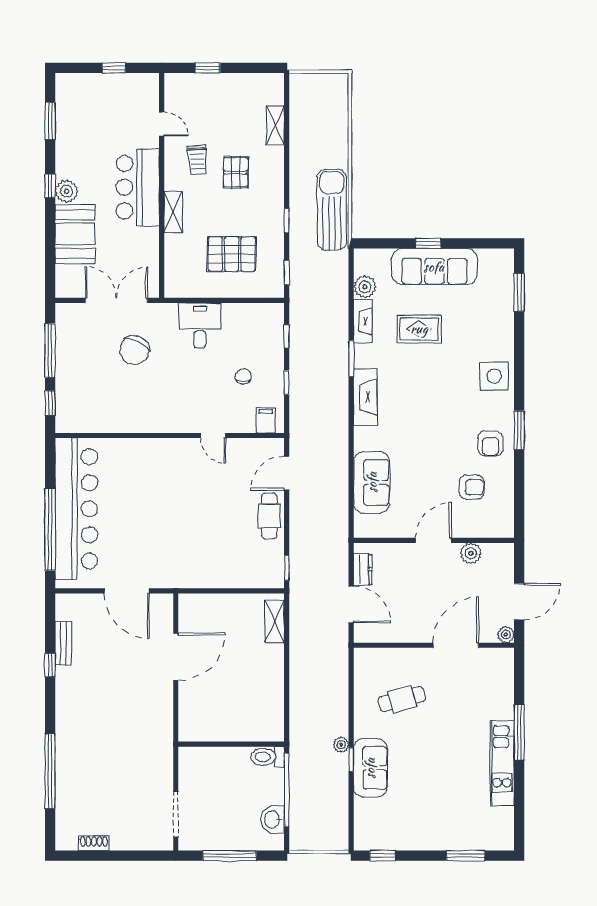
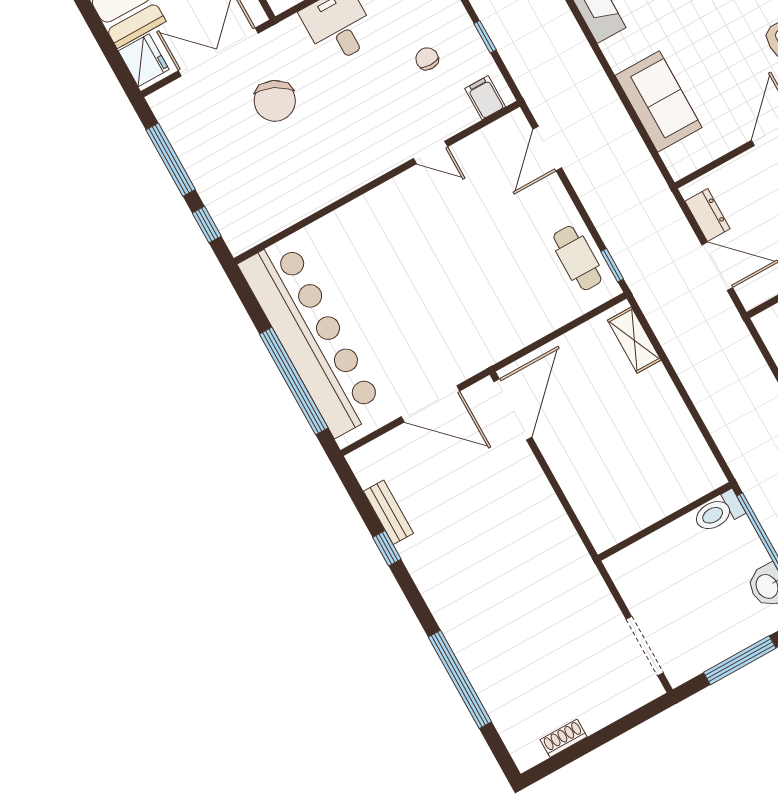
fridge: (68, 280) -> (144, 60), added
cafe table: (269, 516) -> (577, 258), moved
door: (176, 657) -> (513, 409), moved

